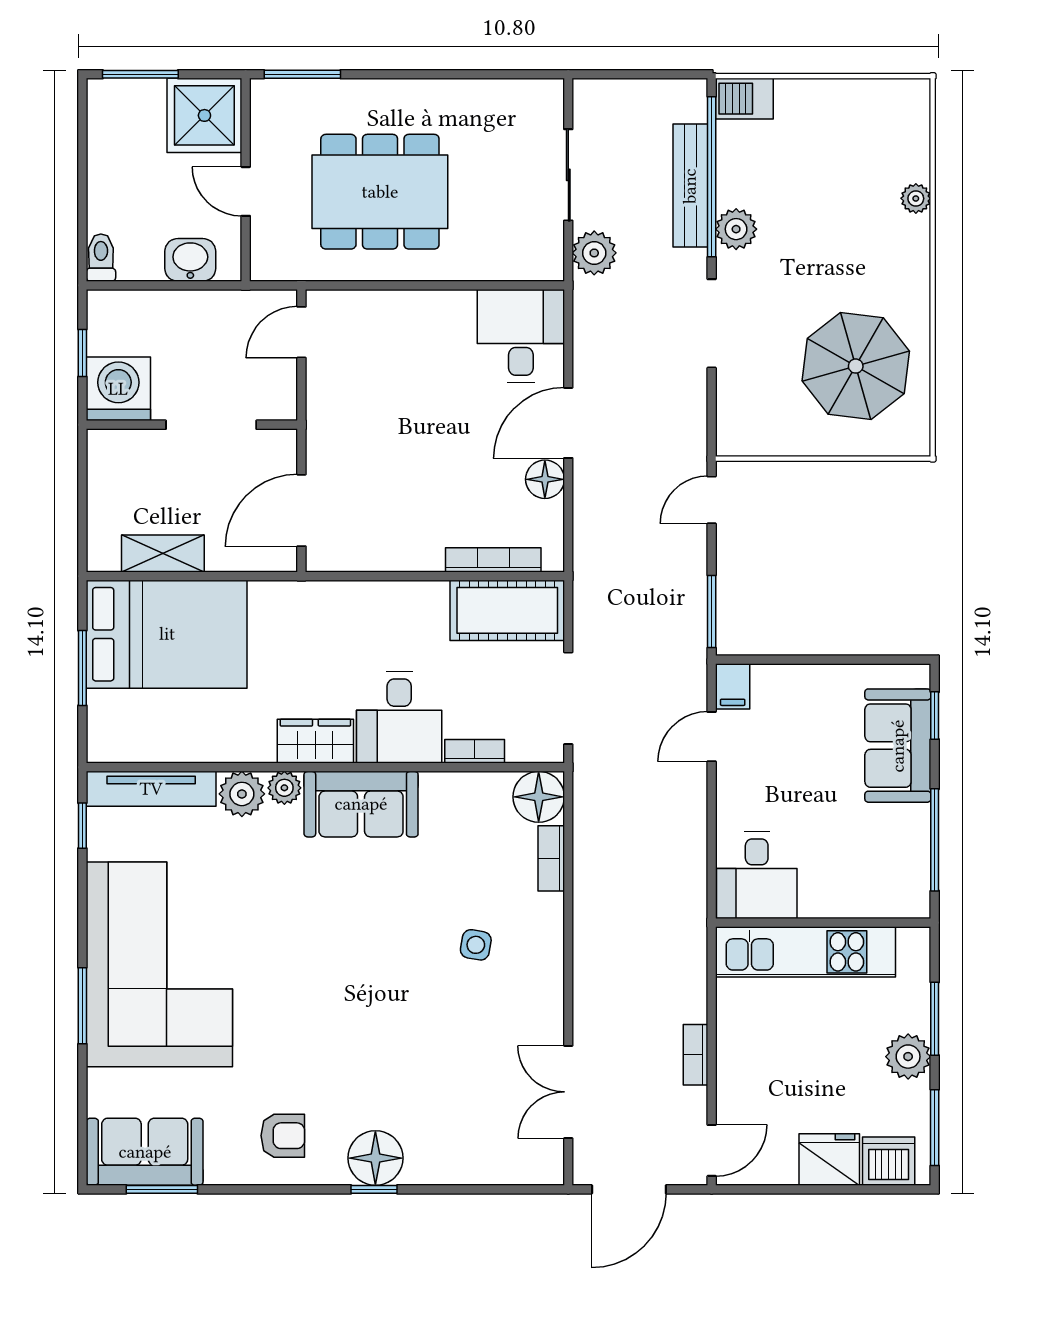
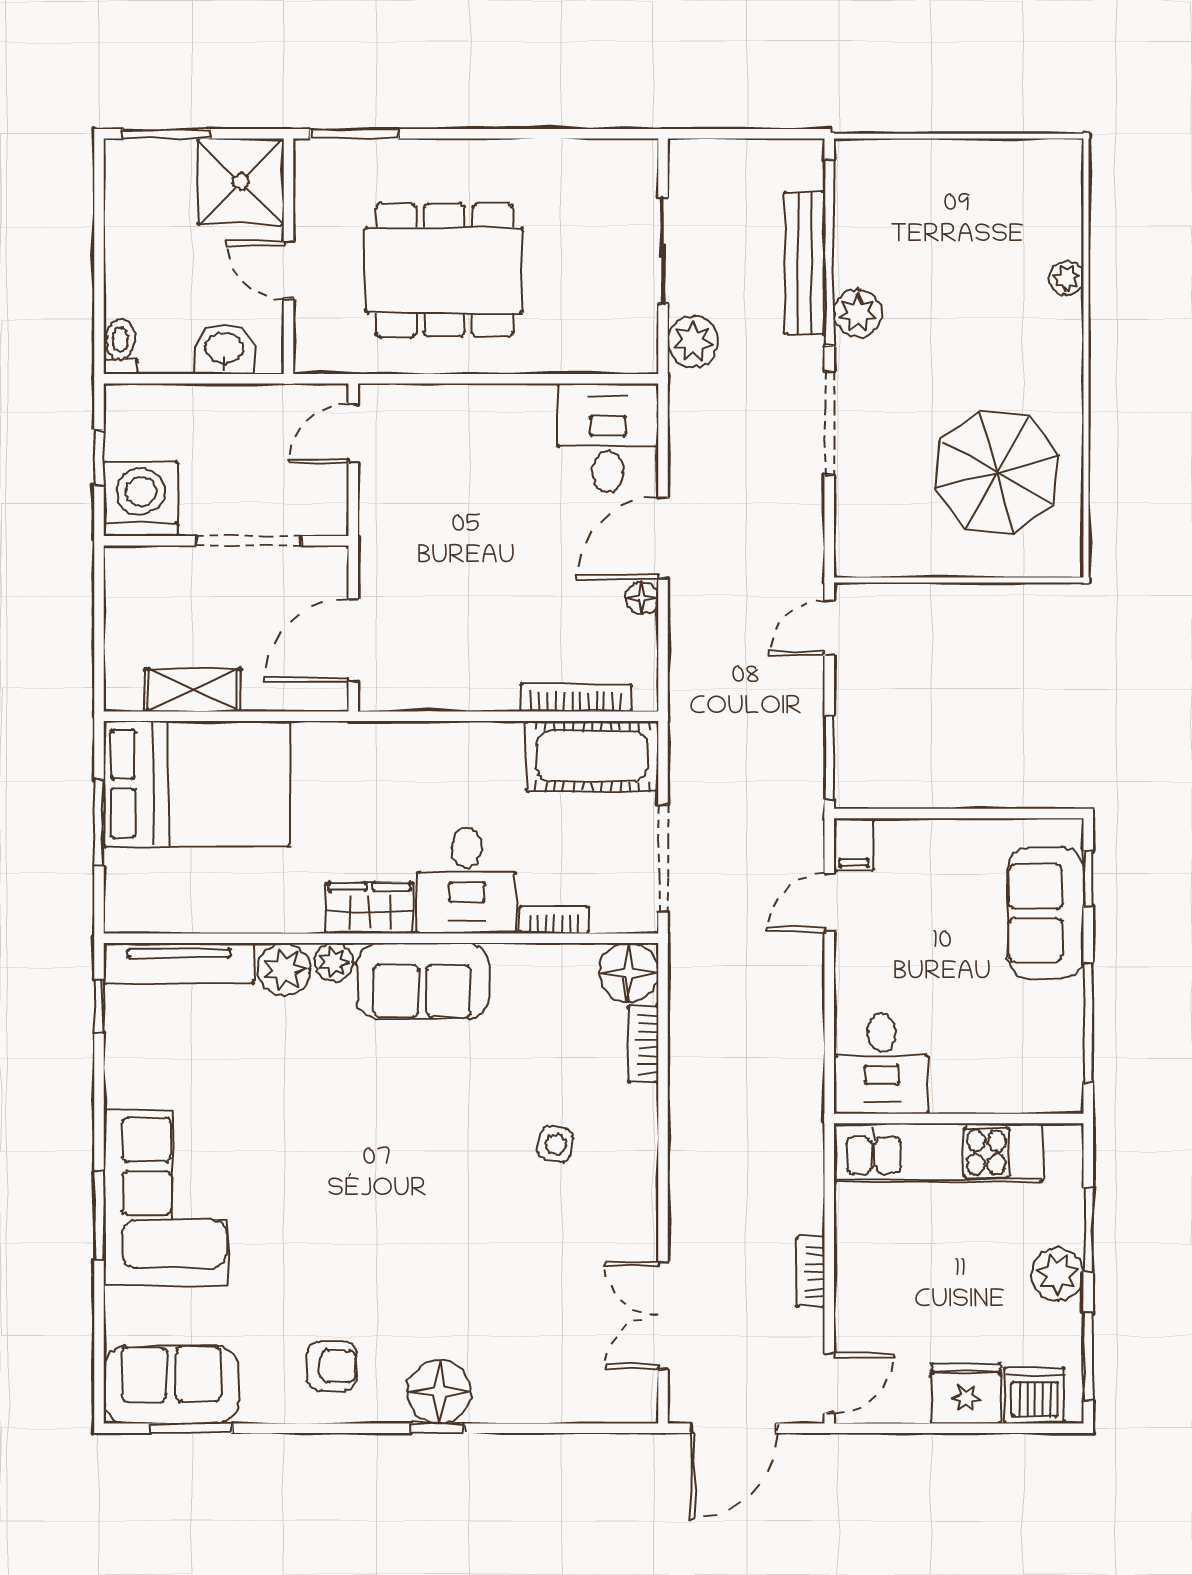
barbecue: (744, 99) -> (867, 162), removed
floor lamp: (545, 479) -> (642, 598), width x0.73, depth x0.73
corner sofa: (159, 964) -> (166, 1199), width x0.73, depth x0.74

